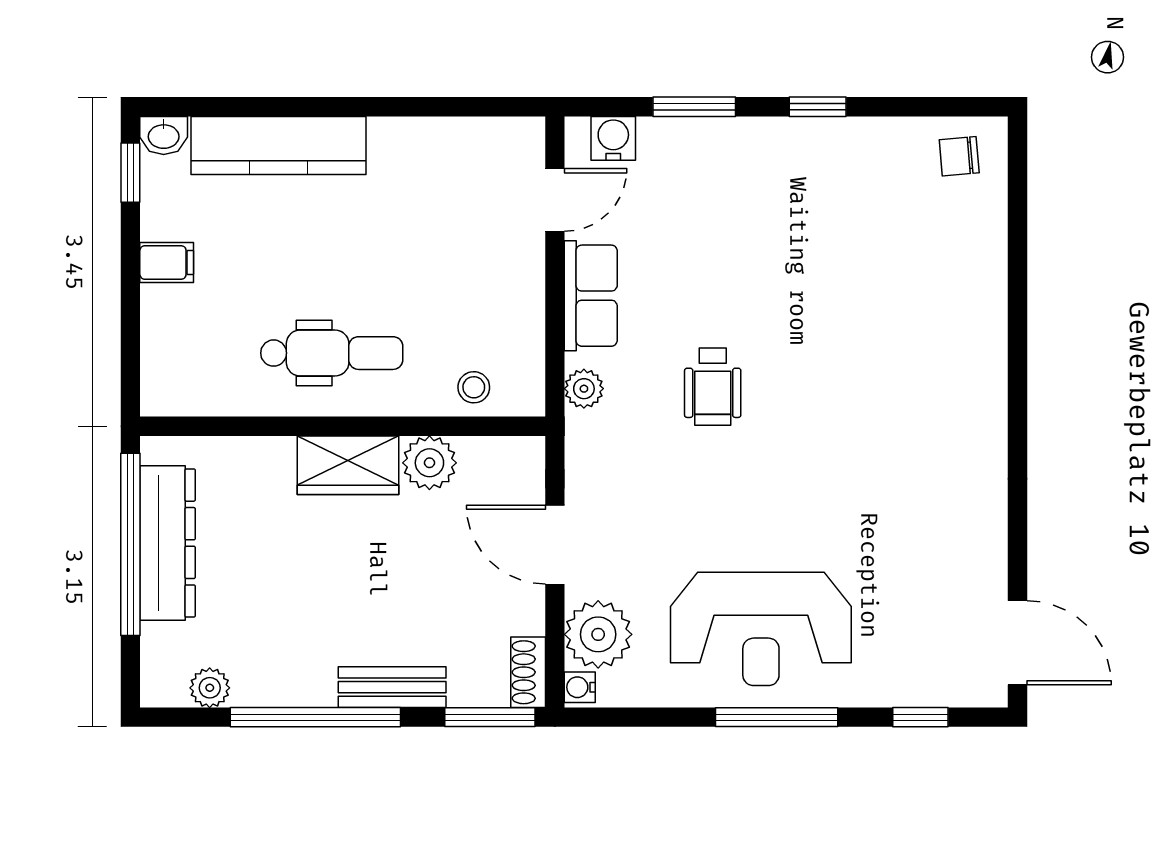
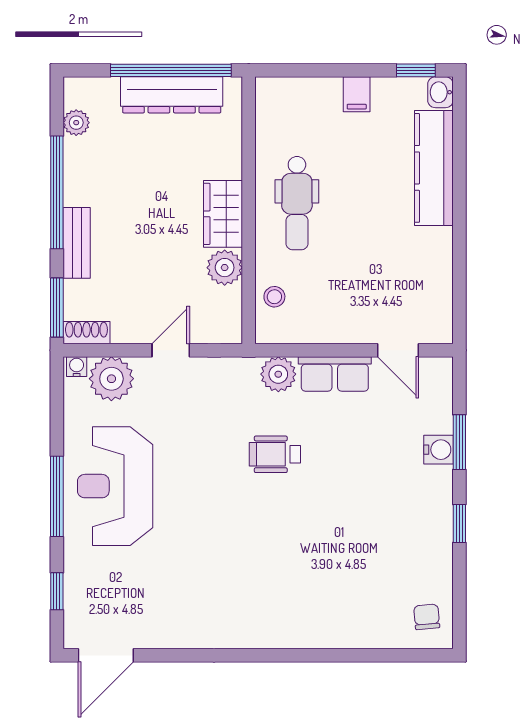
water cooler: (613, 138) -> (439, 450), moved
plant: (584, 389) -> (278, 374), width x1.38, depth x1.38
door: (555, 545) -> (171, 350), width x0.73

